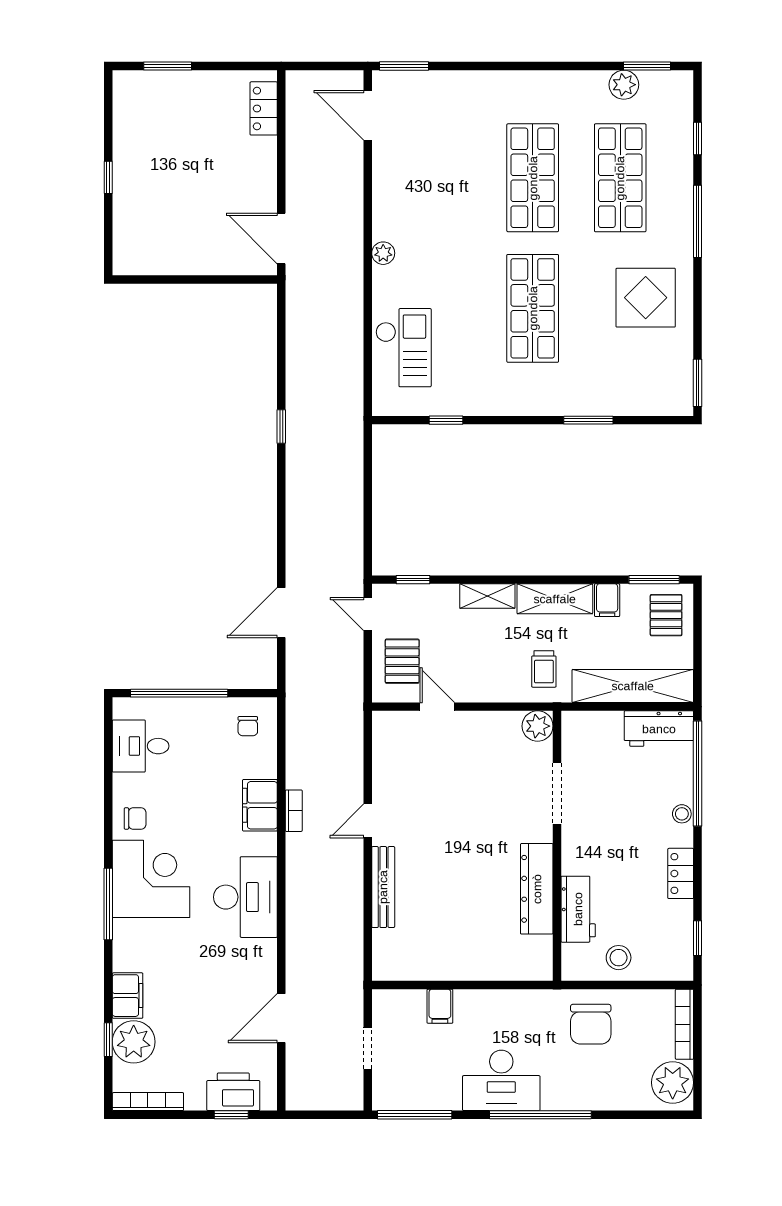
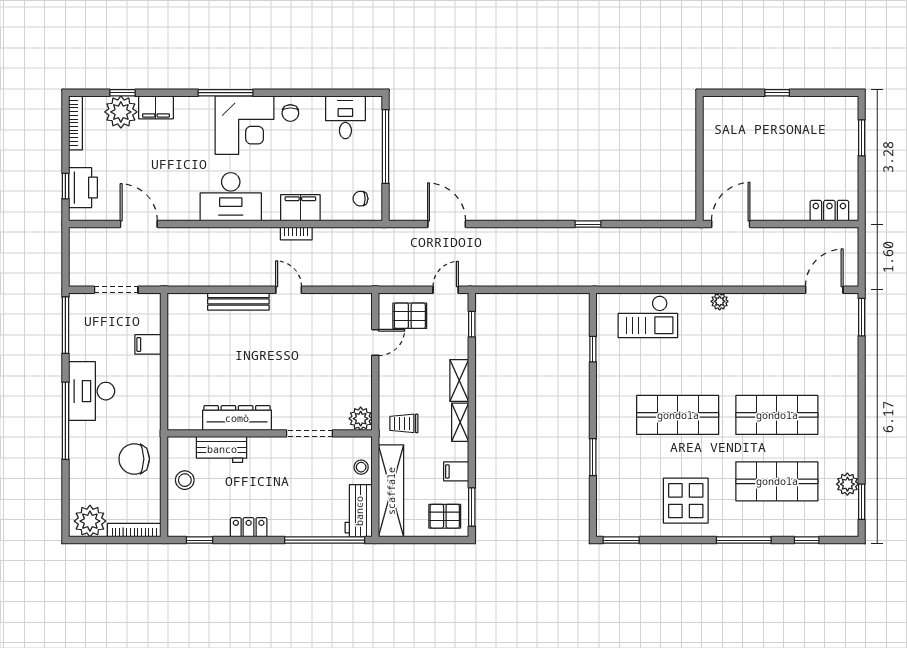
shelving: (555, 599) -> (460, 422), width x0.67, depth x0.75
stool: (682, 814) -> (361, 467), moved
doorway: (368, 1048) -> (116, 290), width x1.38

